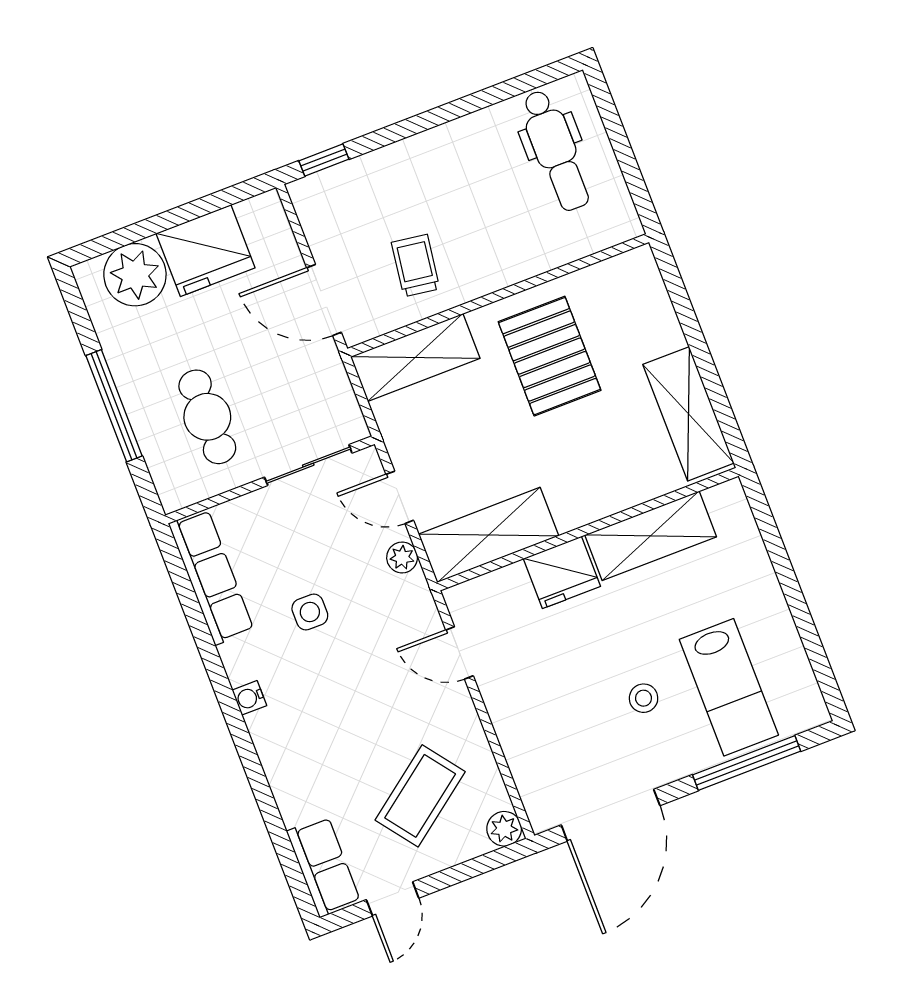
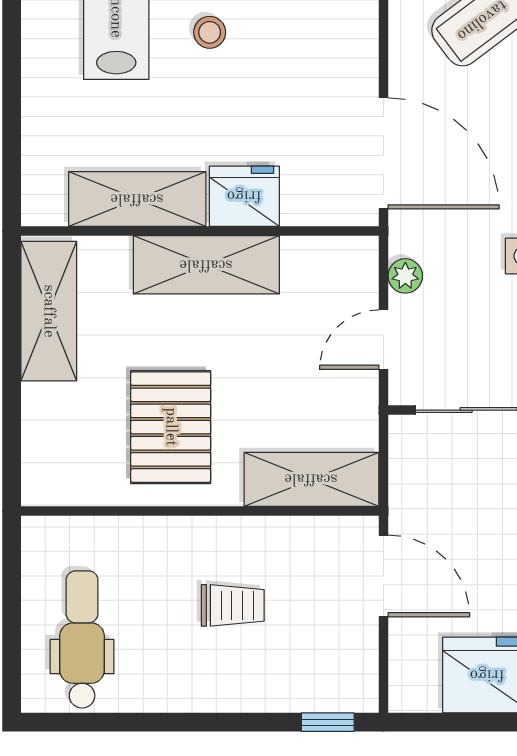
trolley: (416, 266) -> (233, 605), moved, turned -98
door: (400, 497) -> (384, 340), swing flipped
shelving: (489, 535) -> (206, 265), moved
door: (460, 653) -> (384, 153), width x1.88

